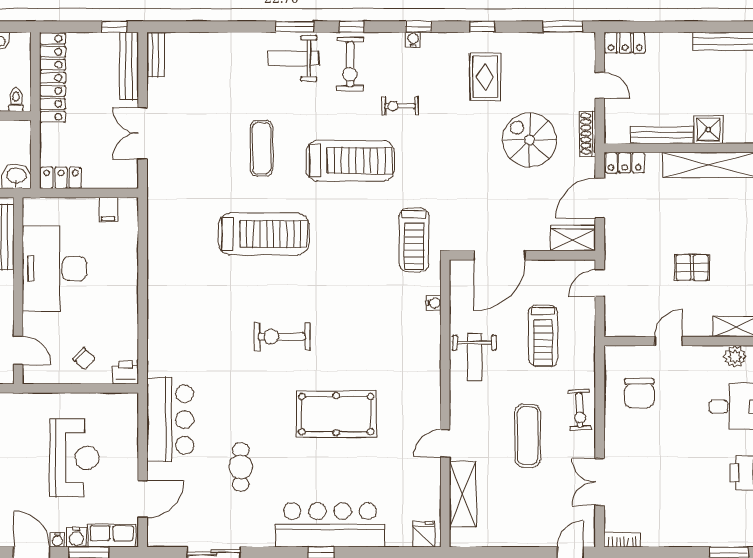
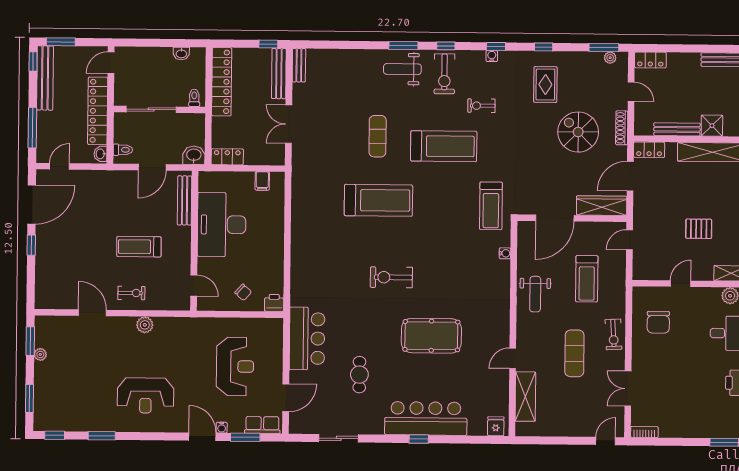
plant: (571, 40) -> (610, 58), added
wardrobe: (573, 238) -> (602, 206), width x1.50
water cooler: (76, 537) -> (236, 426), removed

